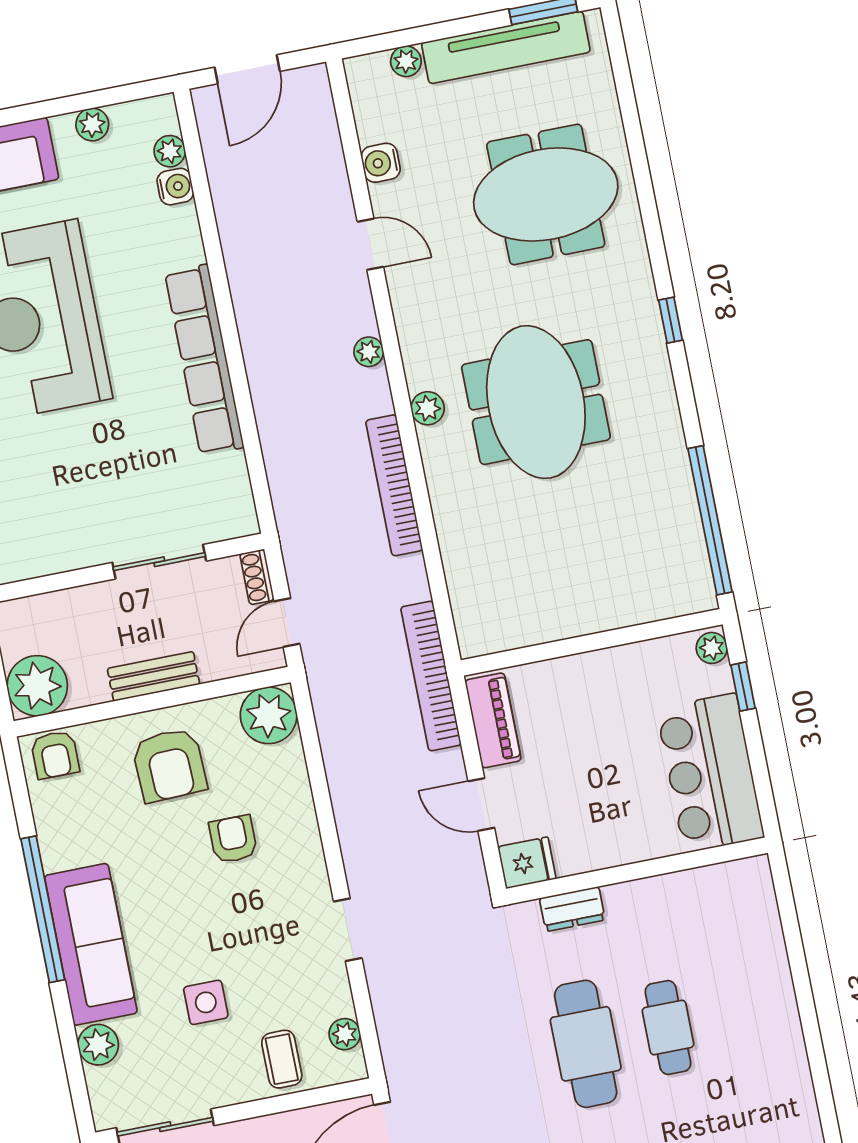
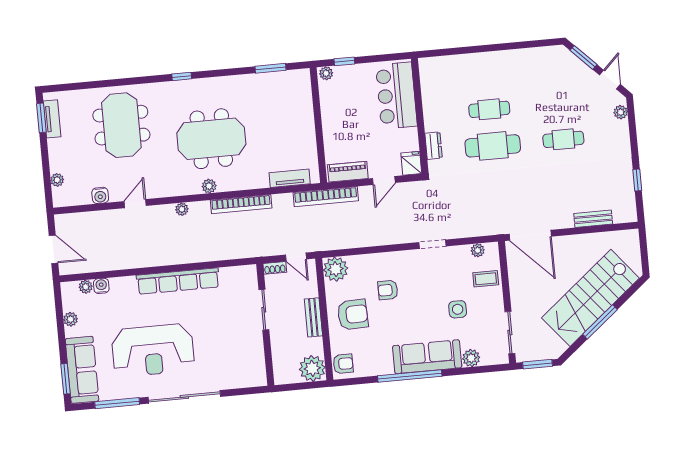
tv unit: (506, 47) -> (52, 119), width x0.52, depth x0.78
window: (710, 520) -> (271, 68), width x0.47
tv unit: (464, 590) -> (290, 178), added
bar counter: (710, 773) -> (396, 96), moved, turned 90

